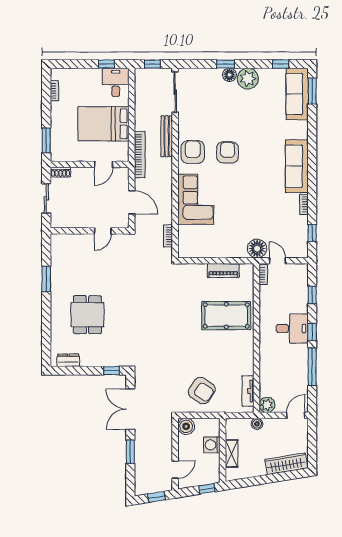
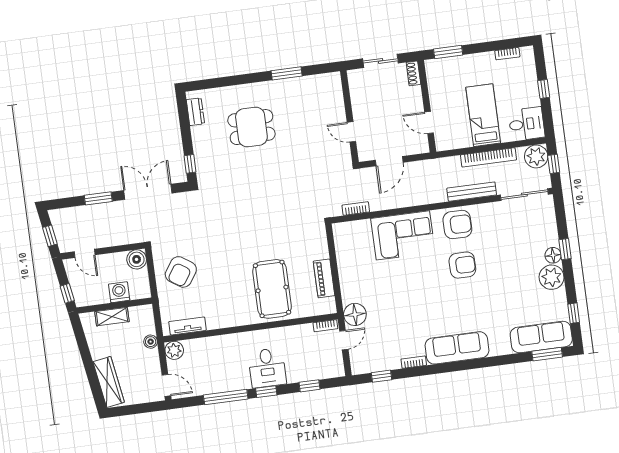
window: (106, 64) -> (544, 89), moved
plant: (144, 78) -> (536, 156), added
bed: (103, 124) -> (483, 115), width x0.67
bookcase: (140, 154) -> (488, 157), moved

